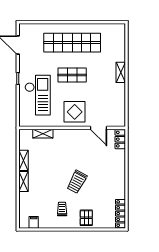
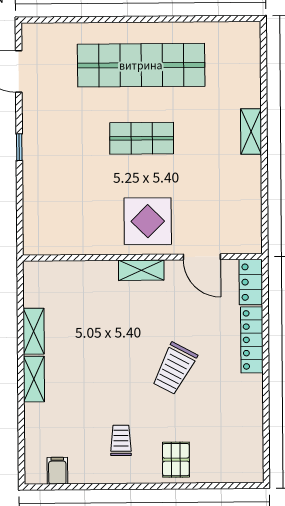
checkout: (38, 95) -> (64, 184), removed
shelving: (43, 134) -> (141, 270), moved
trolley: (77, 182) -> (174, 369), moved
locker: (120, 214) -> (252, 340), moved

